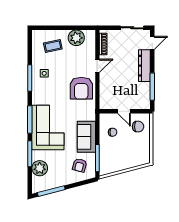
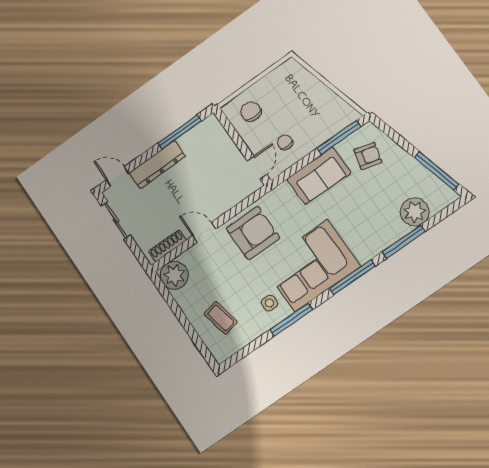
plant: (76, 38) -> (174, 275), moved
door: (124, 111) -> (257, 168), moved
corner sofa: (48, 128) -> (311, 266), moved

